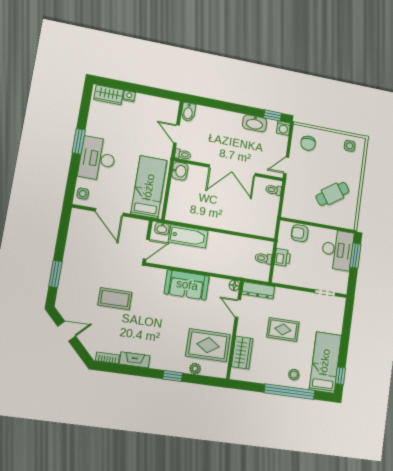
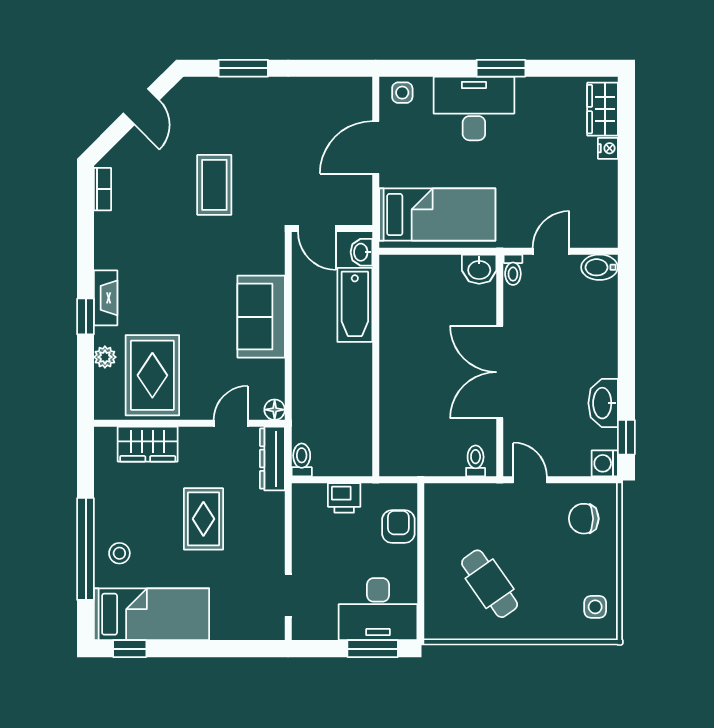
toilet: (263, 258) -> (302, 460), moved
fireplace: (135, 360) -> (106, 298), moved

